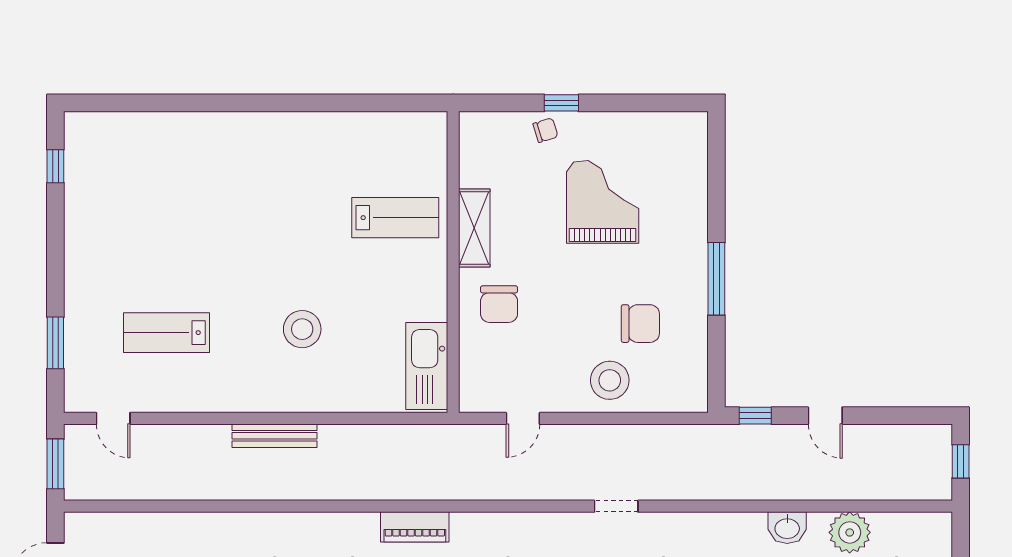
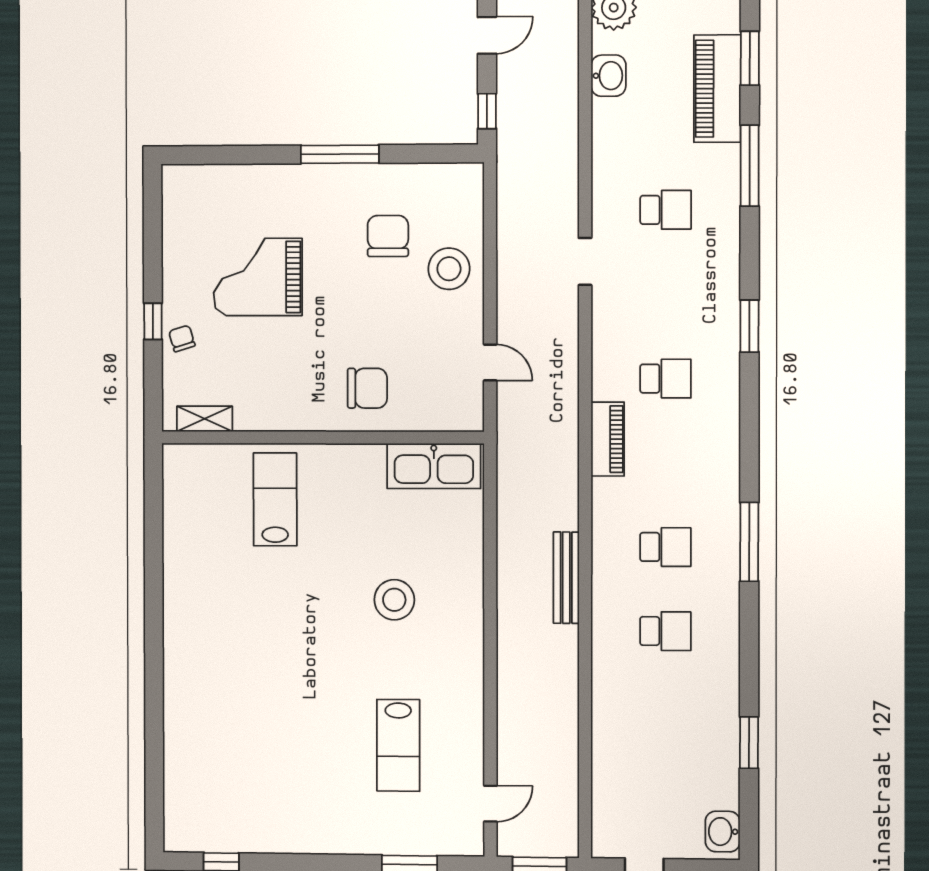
shelving: (474, 228) -> (205, 419), moved, width x0.67, depth x0.75
bench: (275, 436) -> (566, 578), moved
piano: (415, 527) -> (608, 439), moved

